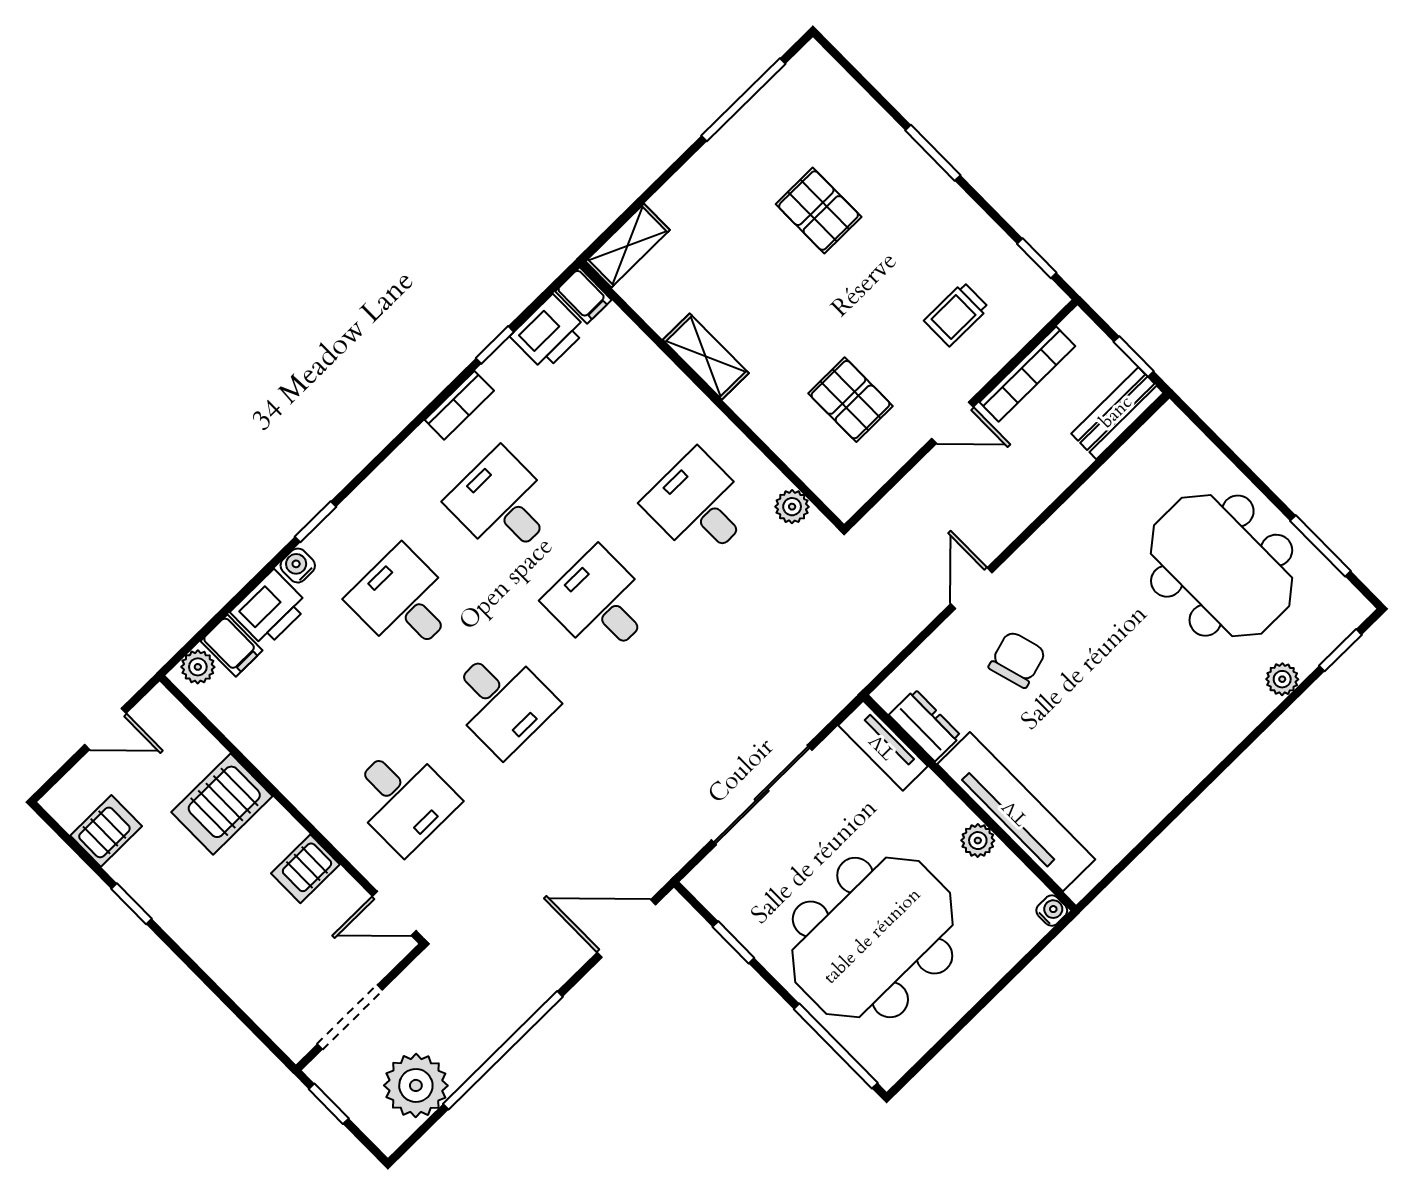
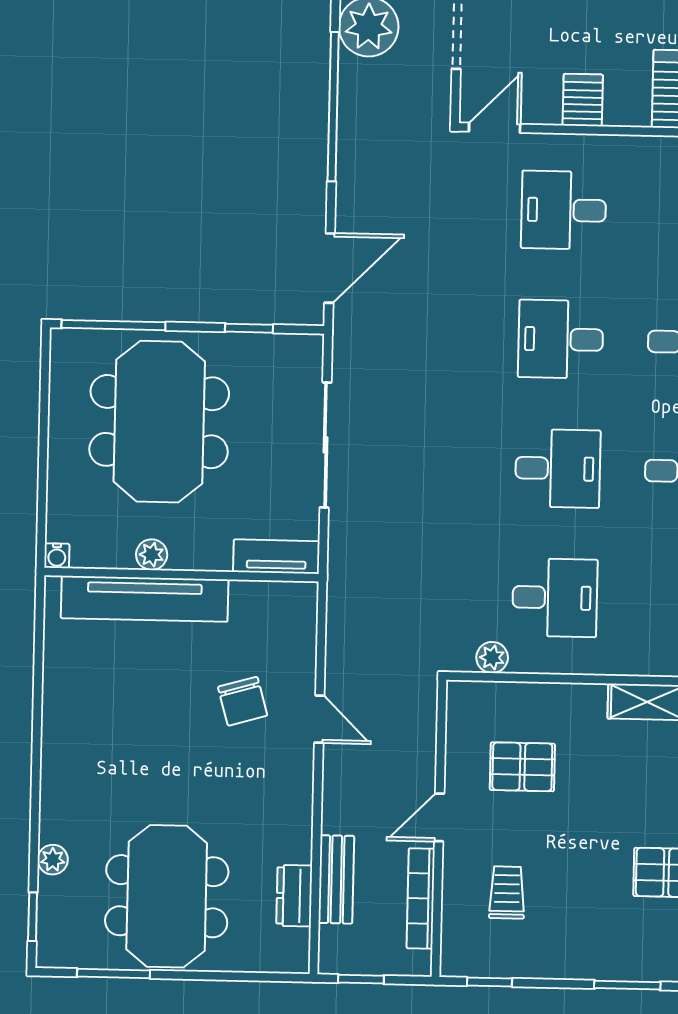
bench: (1117, 413) -> (336, 879), moved
meeting table: (1222, 566) -> (167, 896), turned 90
dresser: (925, 725) -> (294, 896), moved, turned 90

